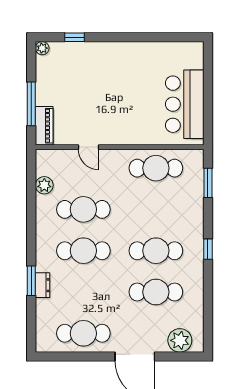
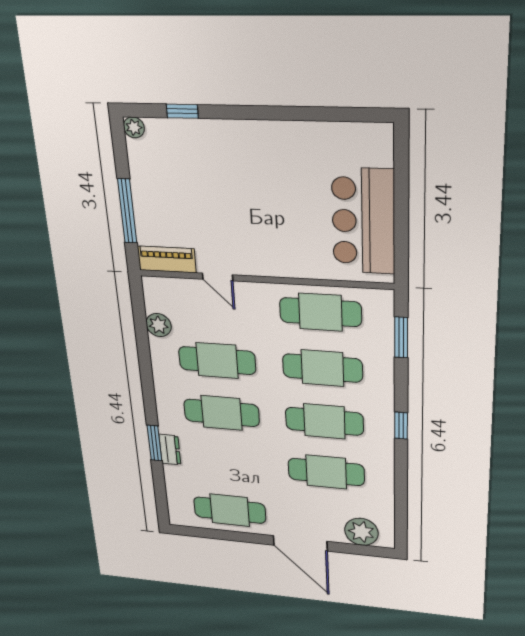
piano: (44, 126) -> (167, 259), moved, turned -90
cafe table: (156, 209) -> (322, 368), added

